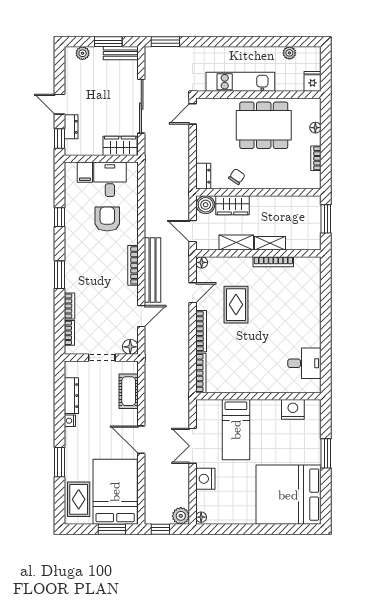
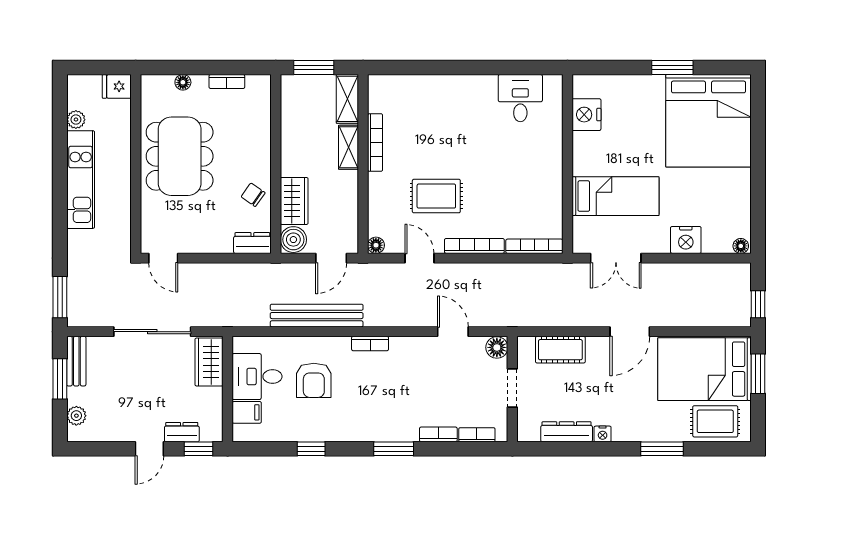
kitchen unit: (240, 82) -> (81, 180), moved, turned 180
armchair: (107, 219) -> (314, 380), turned -90
shelving: (236, 242) -> (347, 99), moved
bookcase: (133, 265) -> (370, 344), width x0.64
bench: (153, 270) -> (317, 316), moved
double door: (193, 446) -> (616, 258), moved
window: (326, 453) -> (672, 68), moved
plant: (181, 516) -> (739, 275), removed

